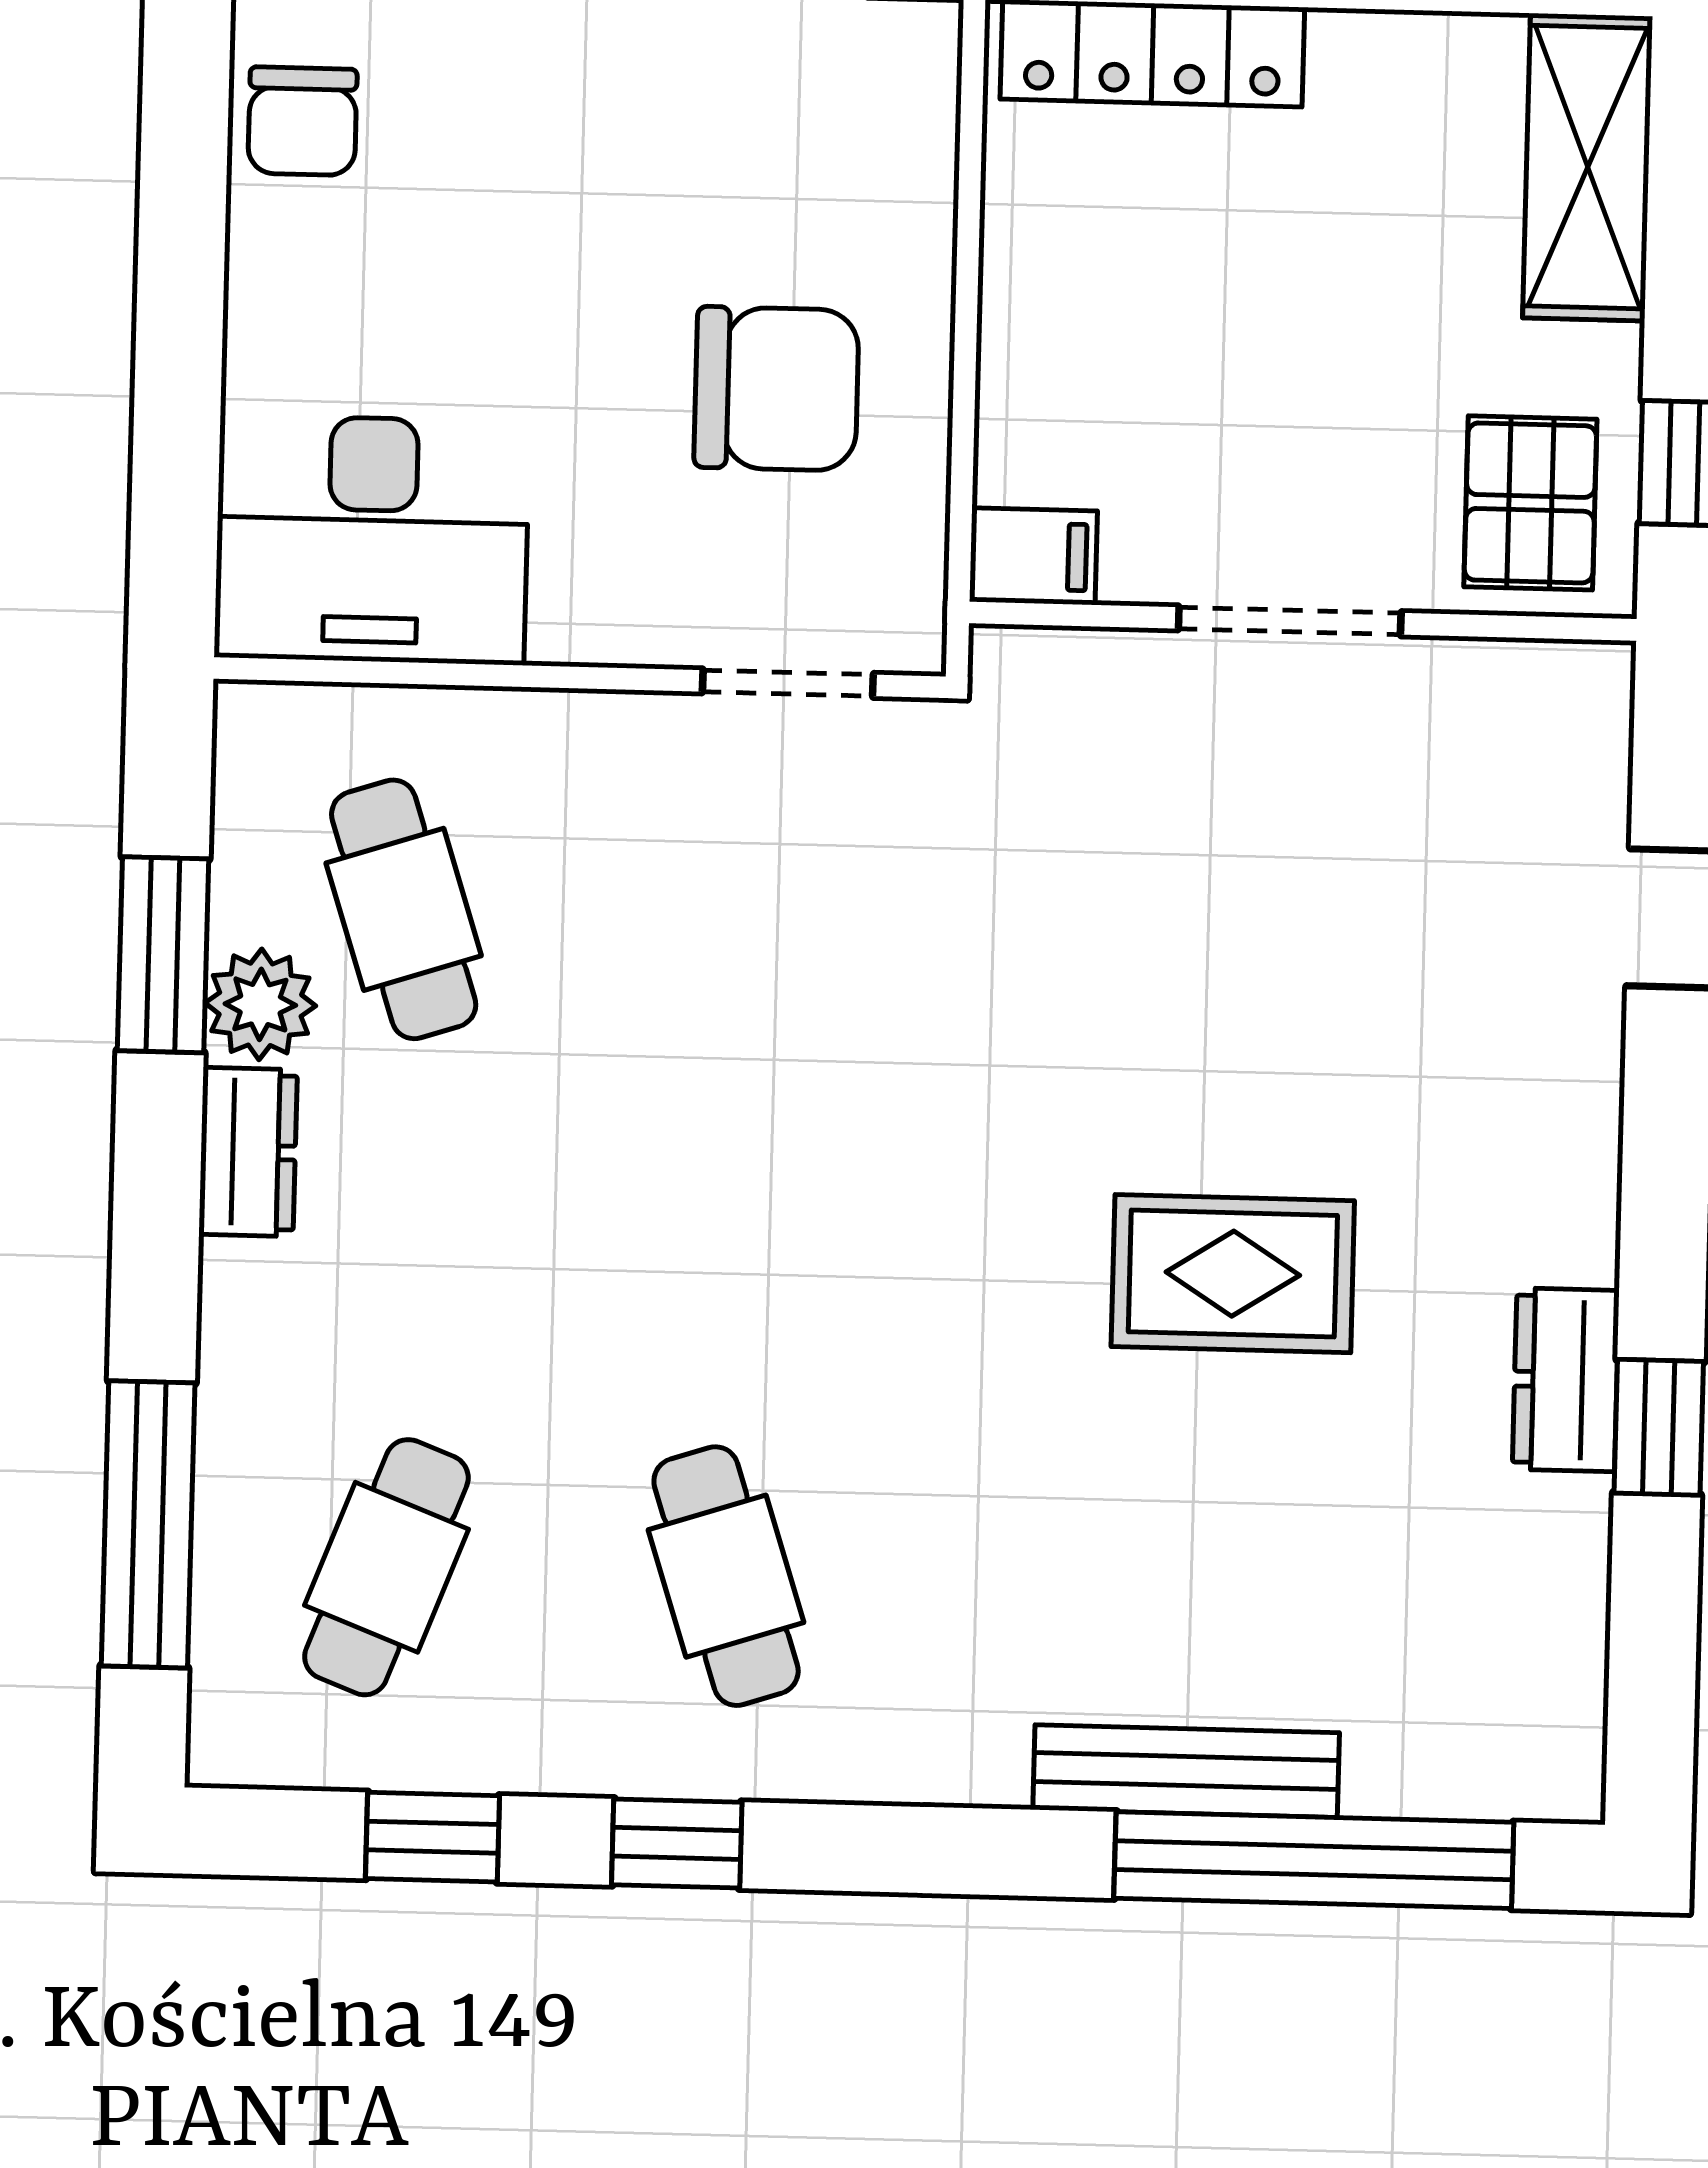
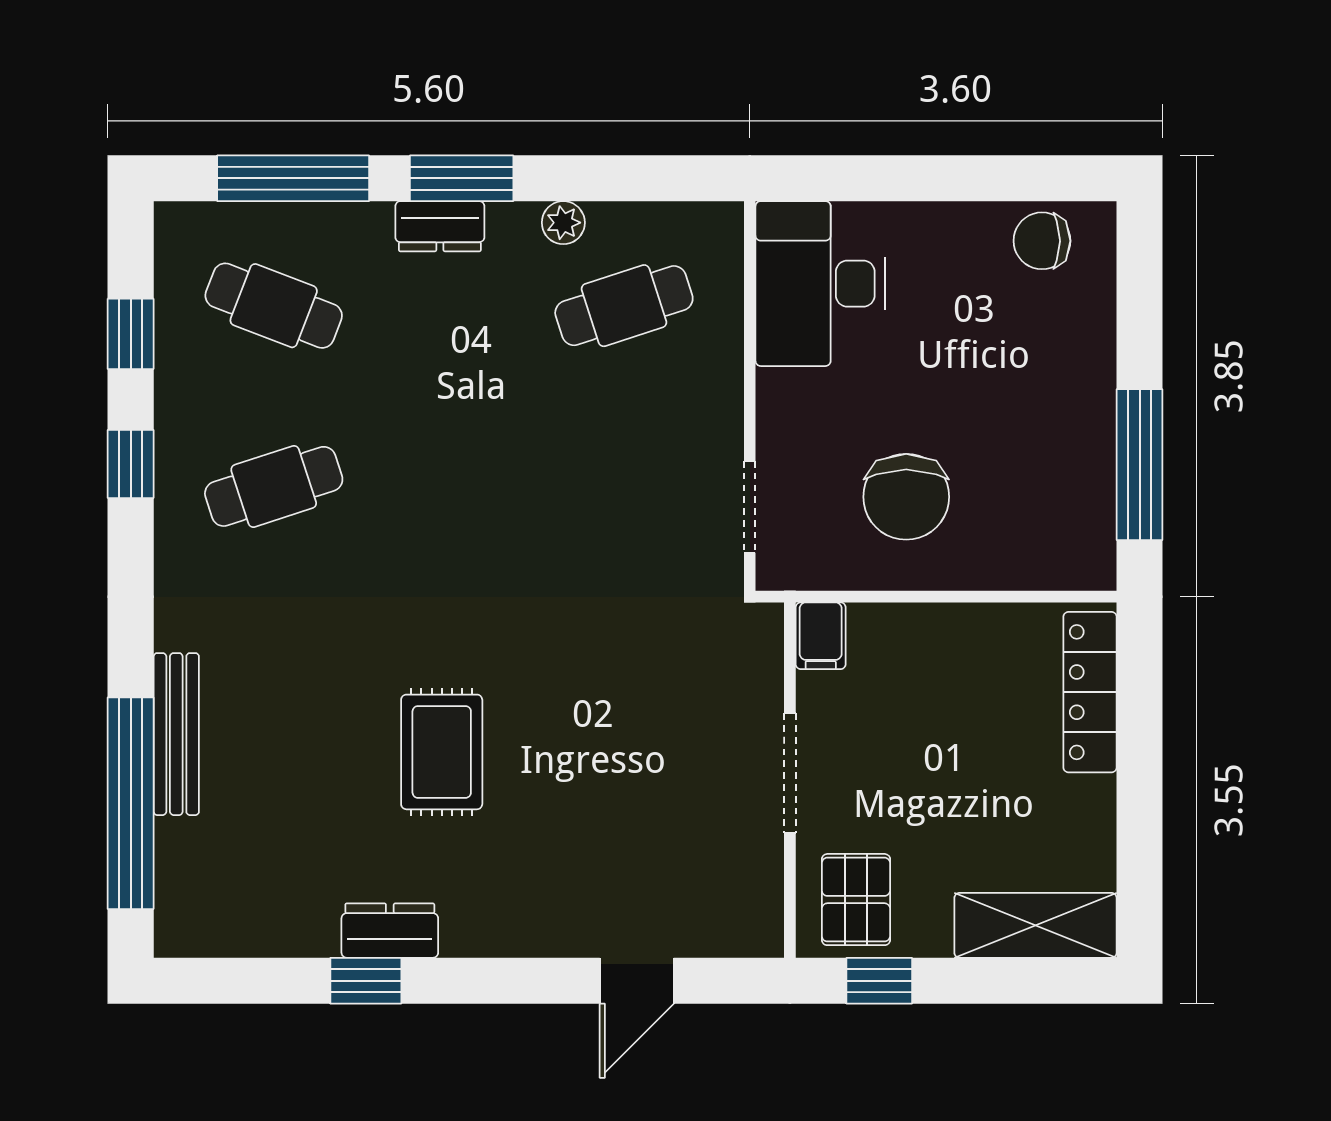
pallet: (1530, 503) -> (856, 900), turned 90
window: (163, 955) -> (462, 178), moved
plant: (260, 1004) -> (563, 223), width x0.73, depth x0.73
dresser: (248, 1152) -> (440, 226), moved

